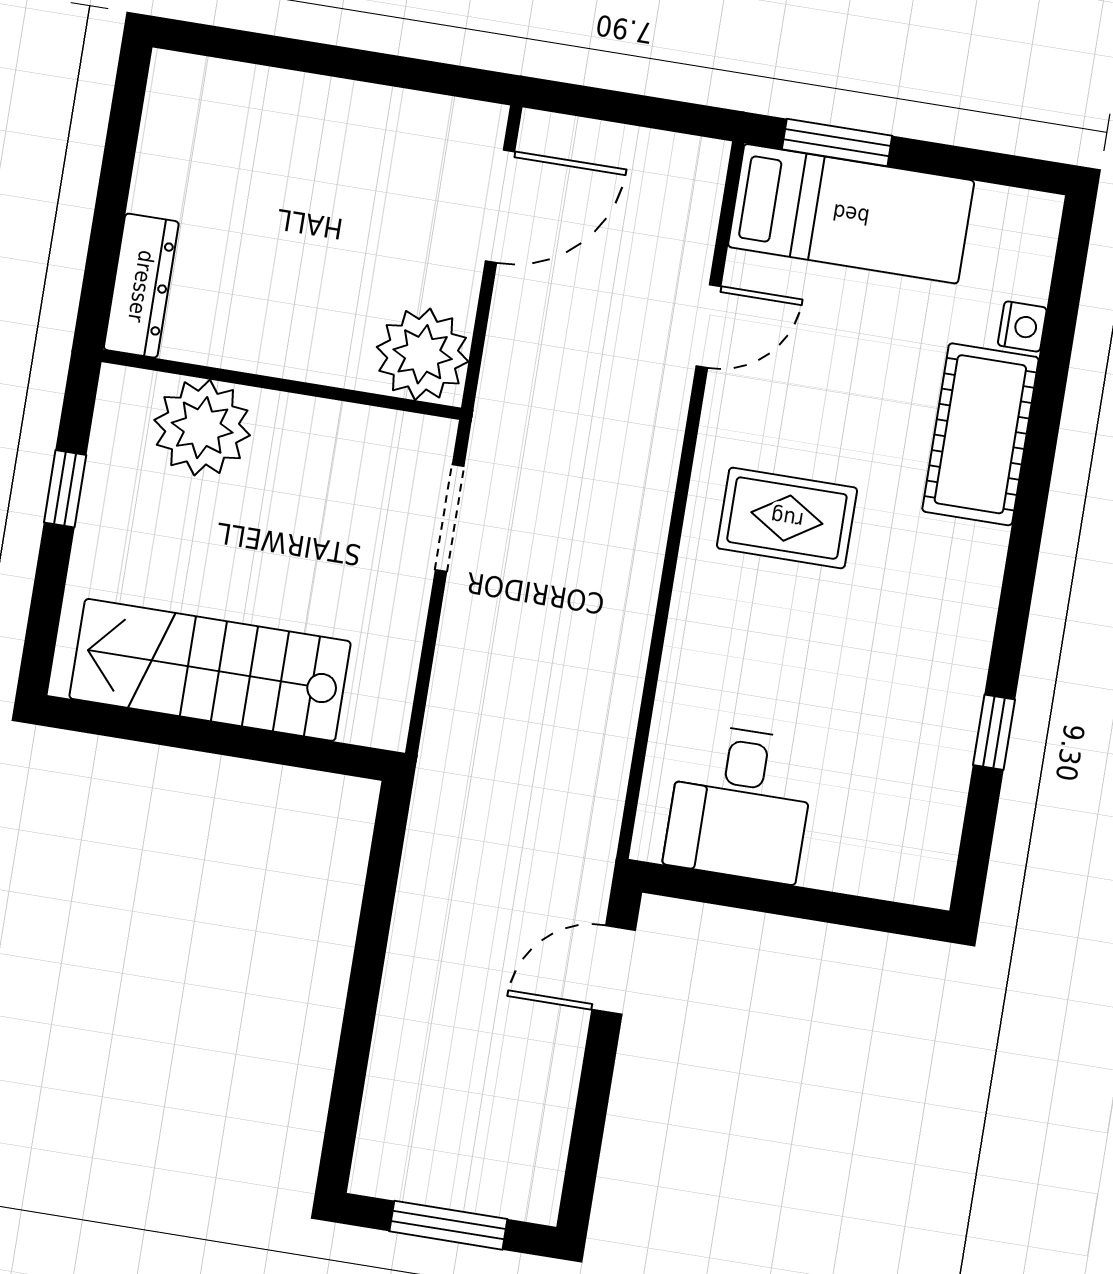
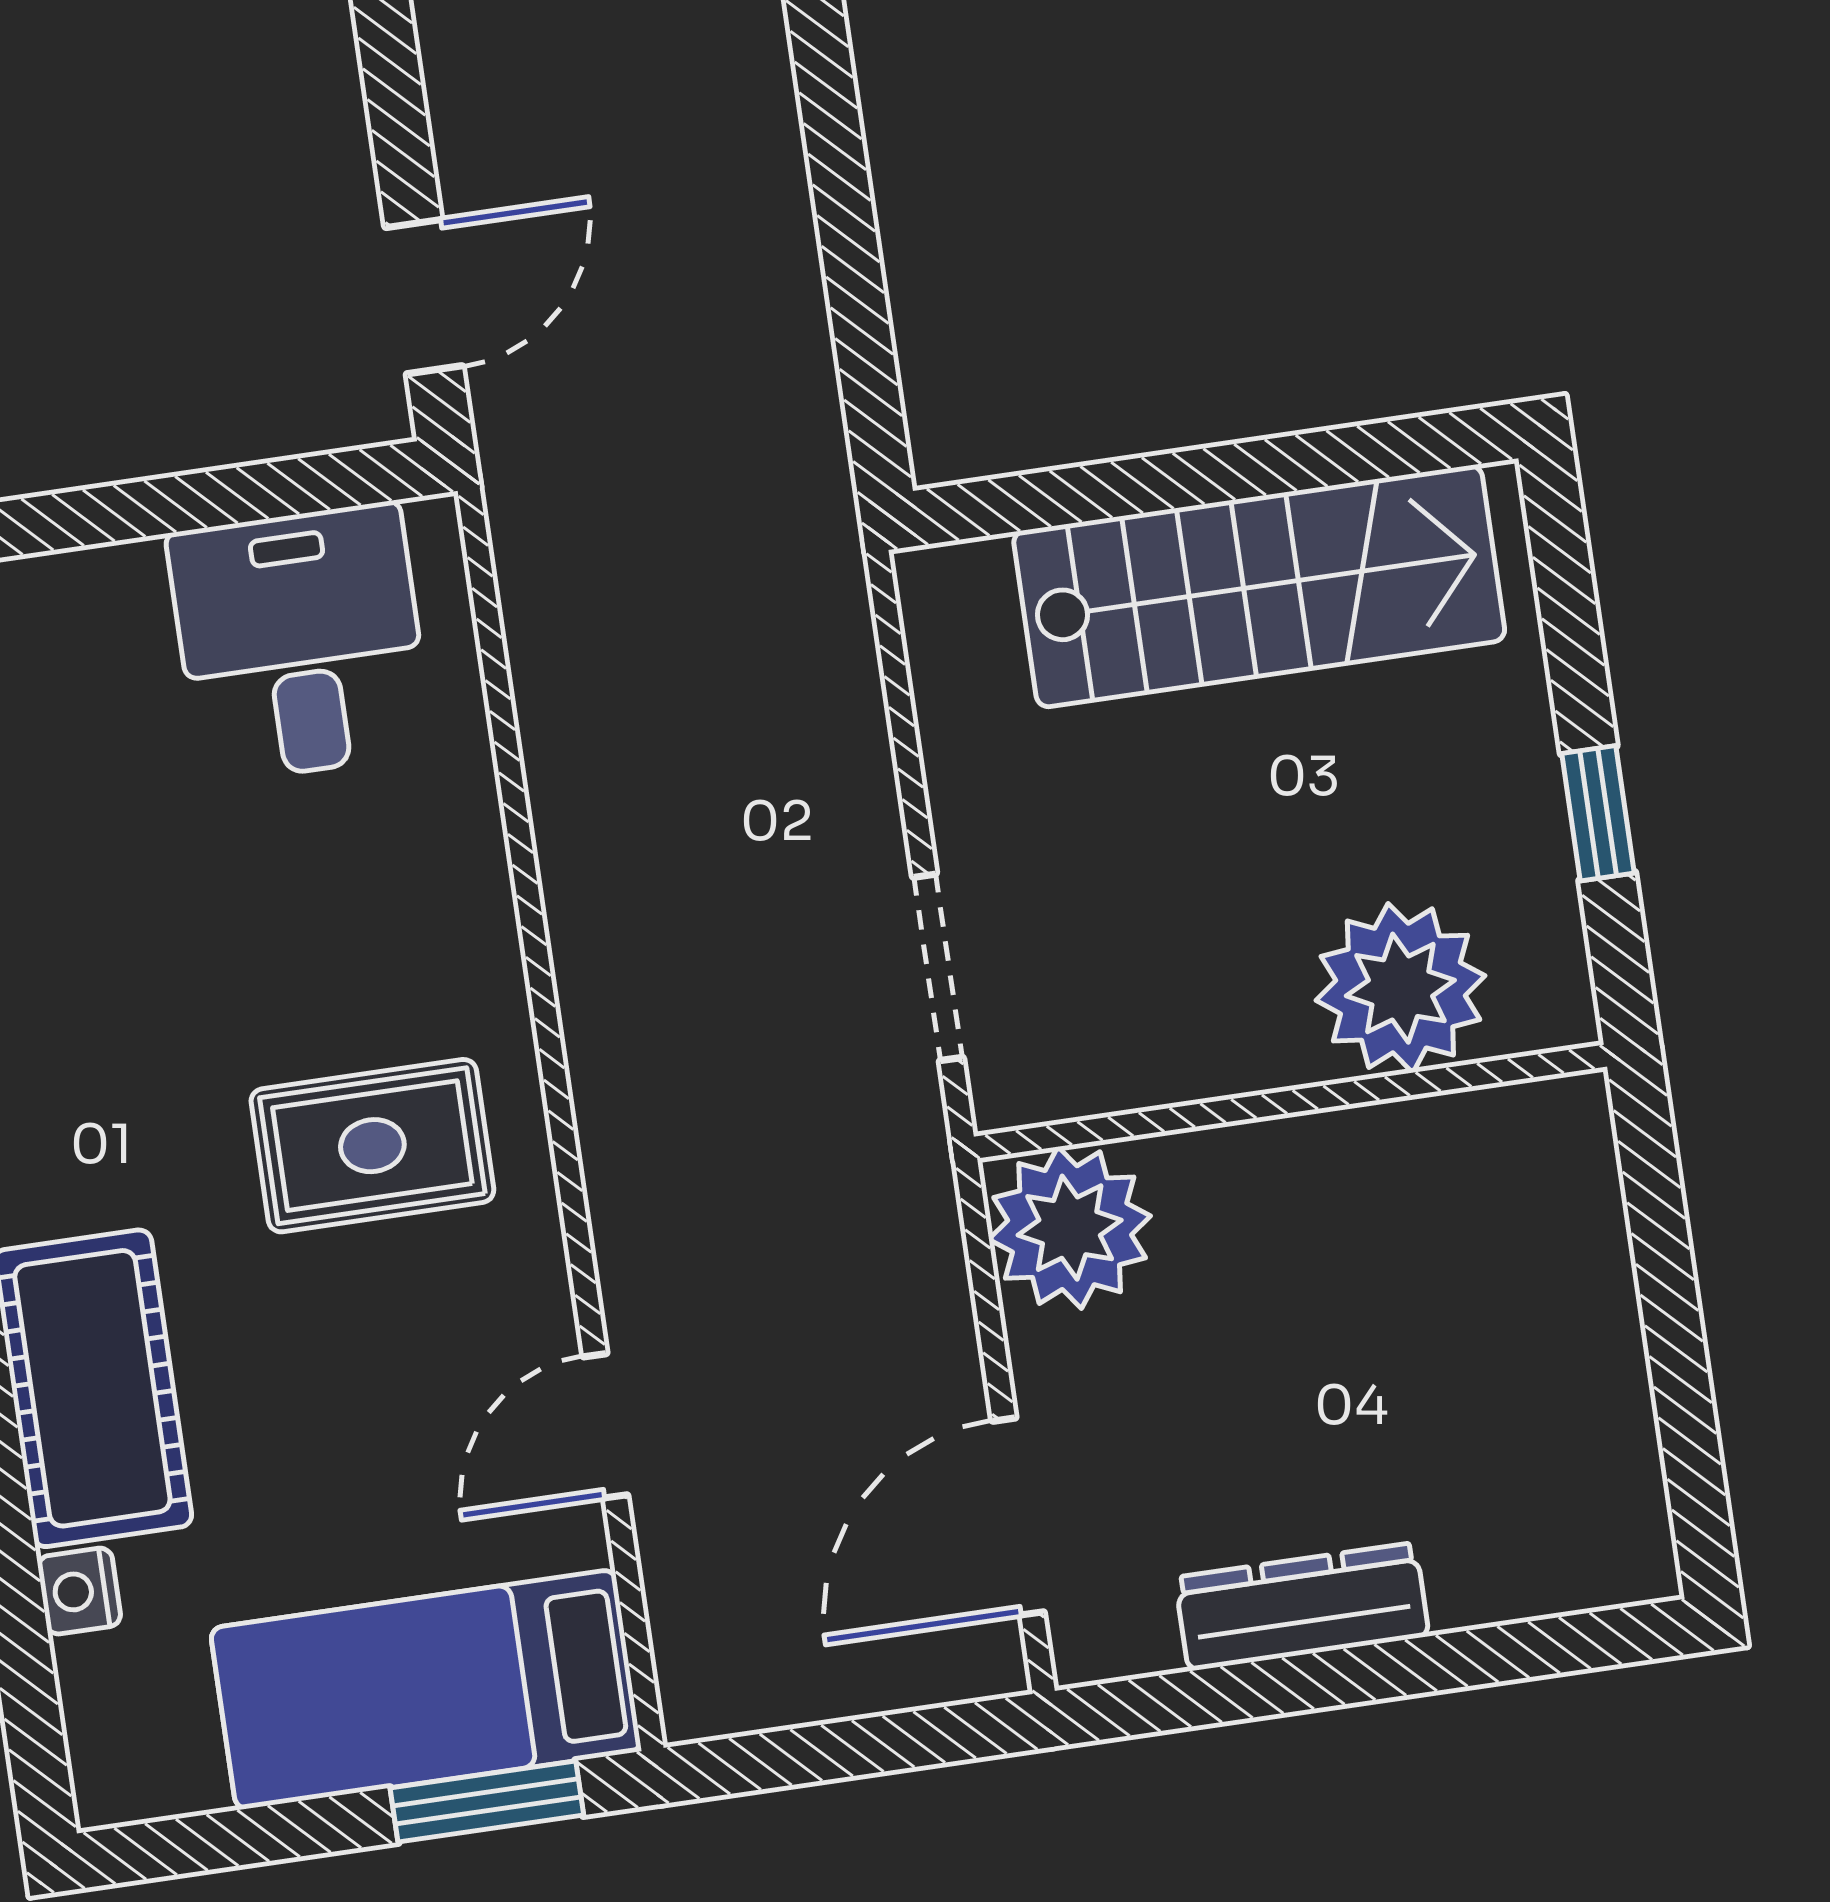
dresser: (141, 286) -> (1302, 1607), moved, turned 90

